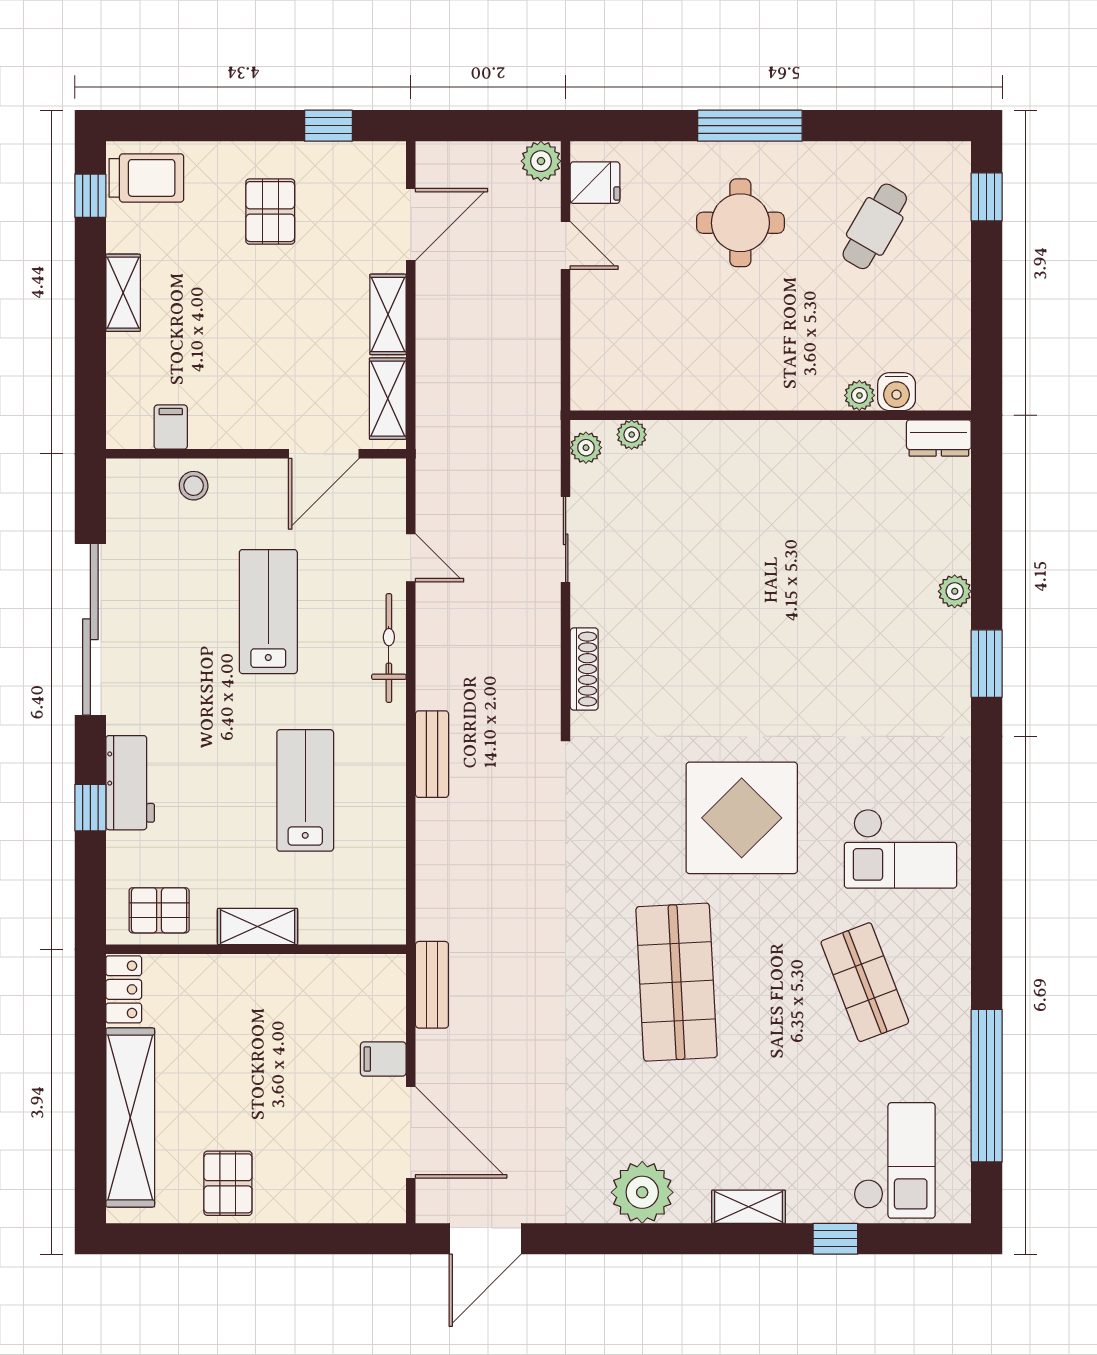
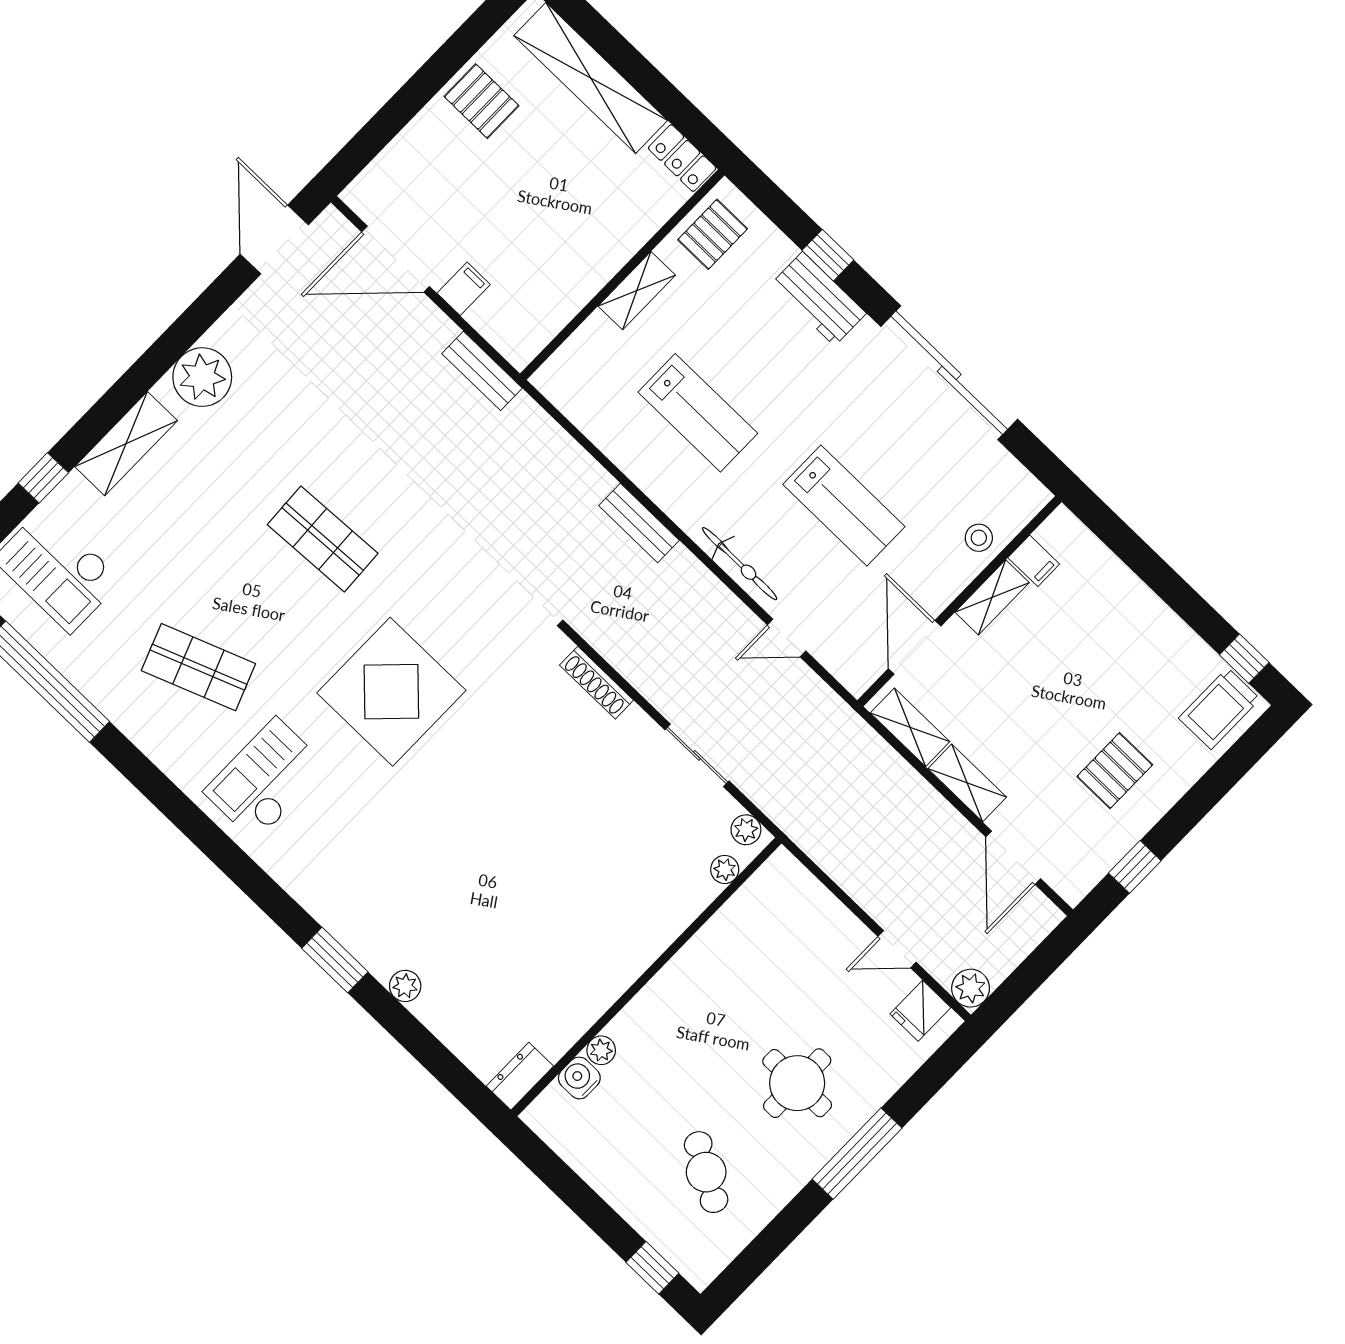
pallet: (270, 212) -> (1115, 771), turned 90
shelving: (123, 293) -> (992, 597), moved, turned 90
shop shelf: (677, 982) -> (323, 539), width x0.70, depth x0.74
shelving: (749, 1207) -> (126, 444), width x1.50, depth x1.33

